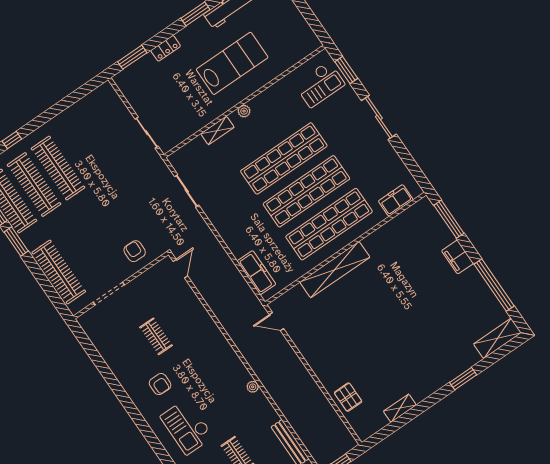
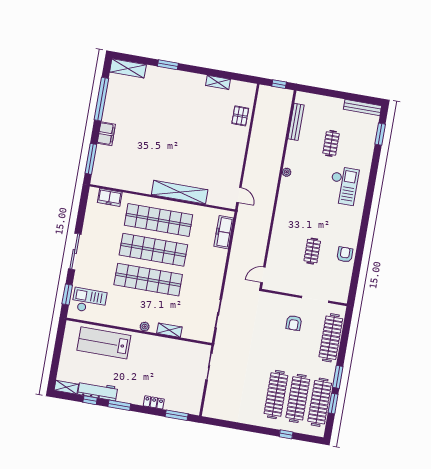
lab bench: (232, 63) -> (104, 343), moved
armchair: (135, 251) -> (294, 323), moved
armchair: (160, 384) -> (345, 255), moved

